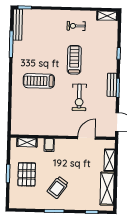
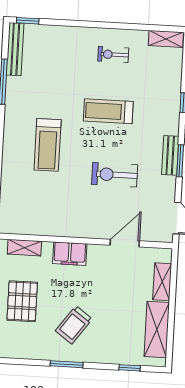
treadmill: (74, 60) -> (108, 111), turned -90
treadmill: (39, 81) -> (48, 145), turned -90
exercise bike: (79, 97) -> (115, 175), turned 90
filing cabinet: (49, 145) -> (70, 254), width x2.00

